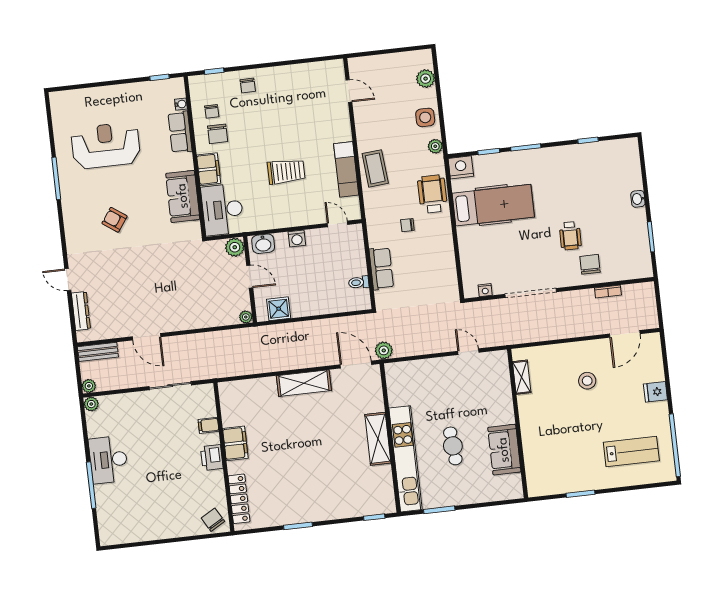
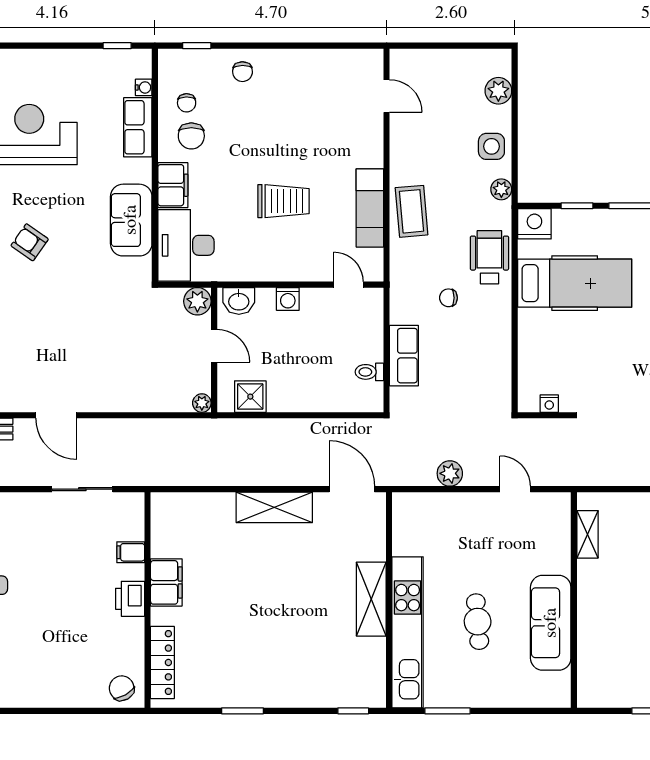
plant: (384, 350) -> (450, 473), moved
sofa: (504, 450) -> (551, 623), width x1.36

